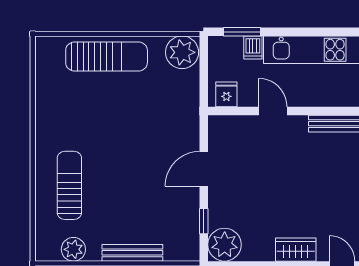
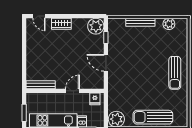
door: (273, 111) -> (73, 91), swing flipped
door: (204, 169) -> (106, 63), swing flipped
sun lounger: (69, 185) -> (175, 73), moved

